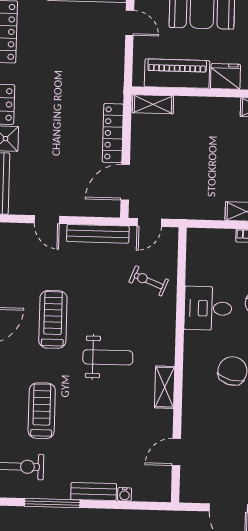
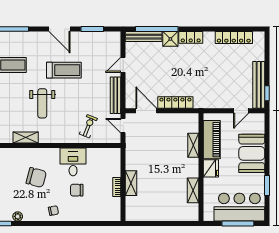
shelving: (153, 104) -> (193, 145), moved

